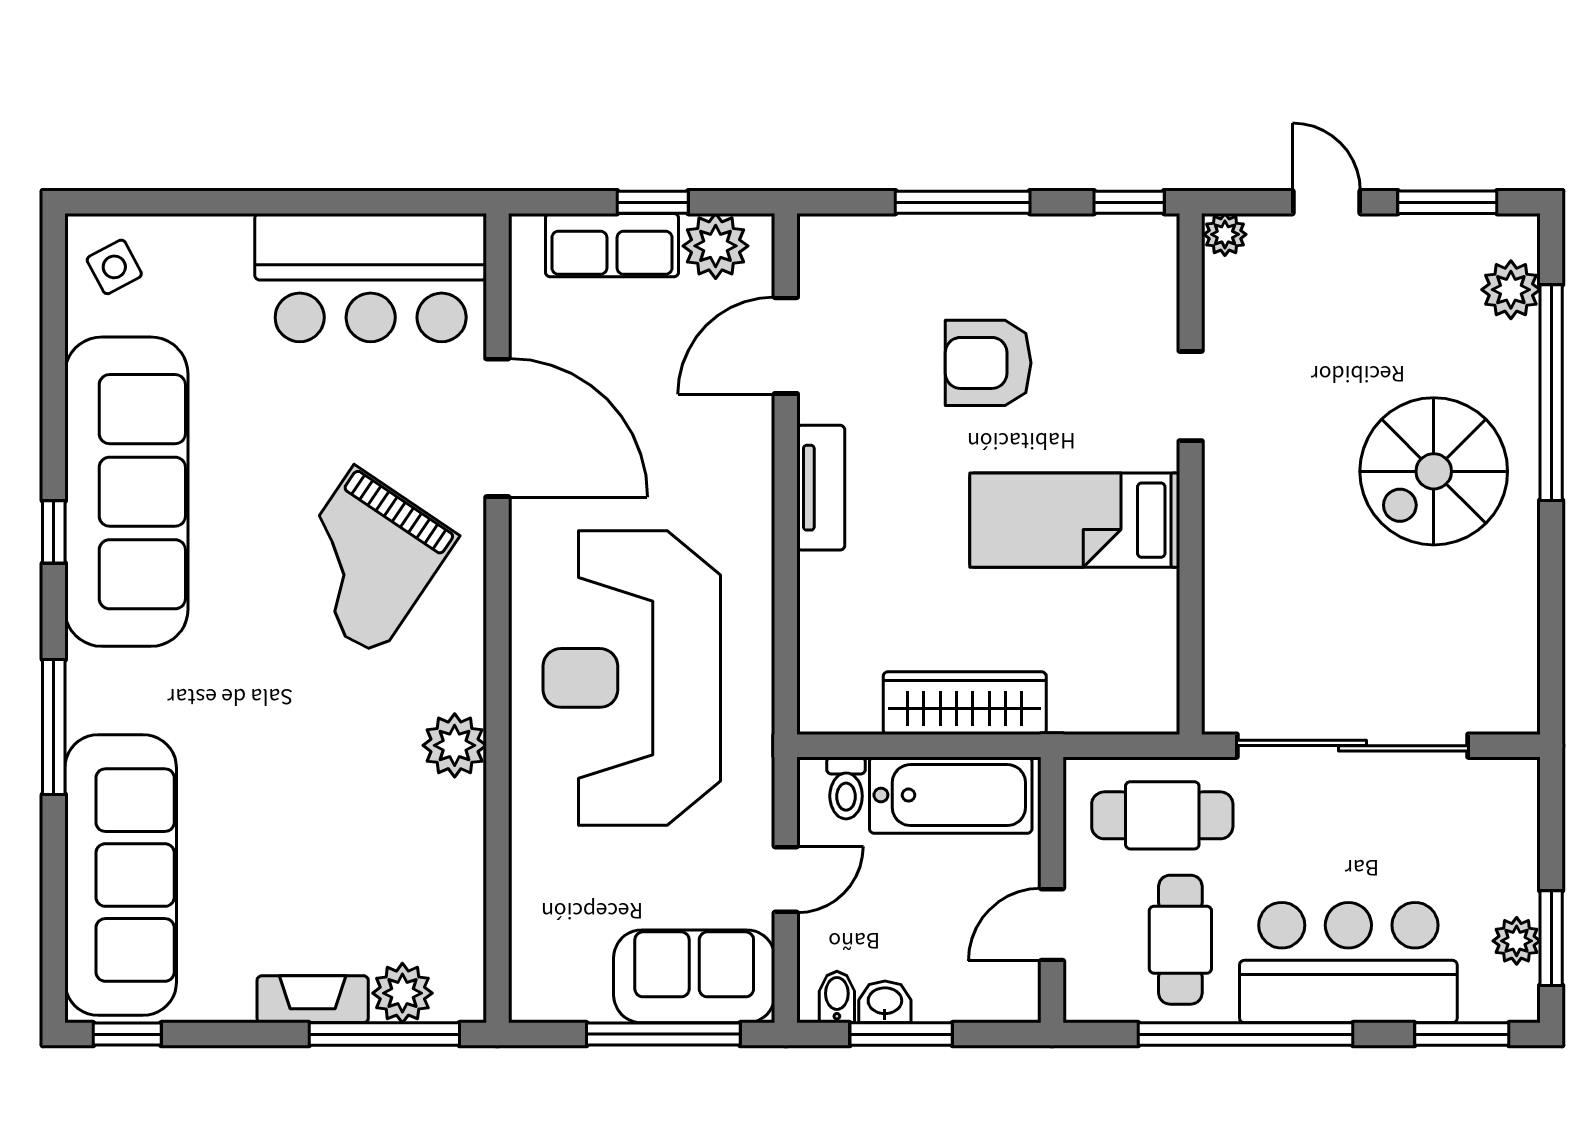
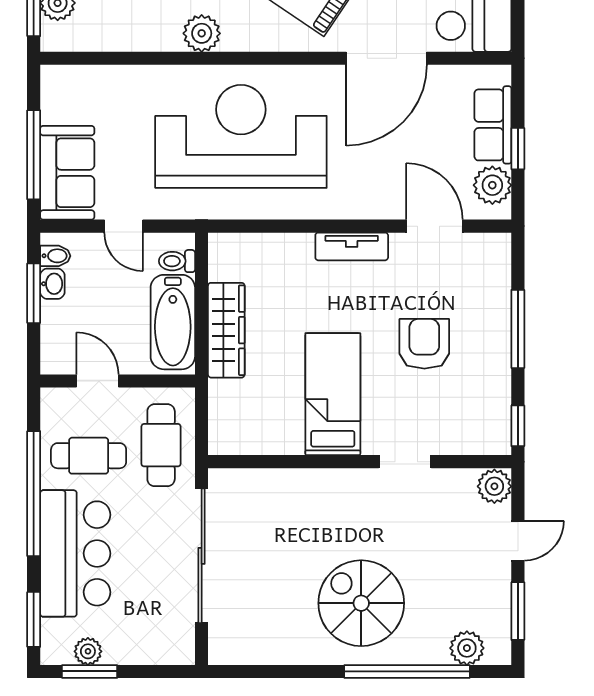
plant: (1225, 234) -> (494, 486), width x1.38, depth x1.38

